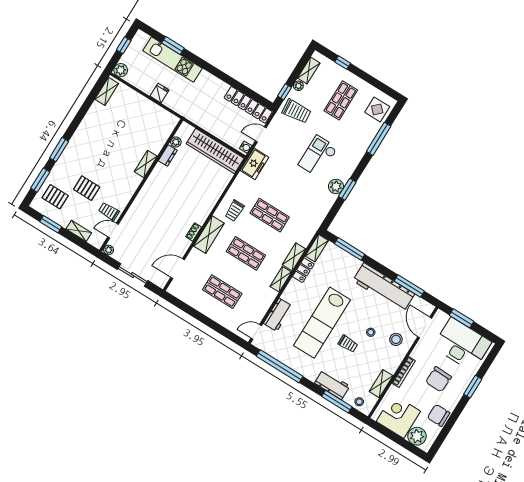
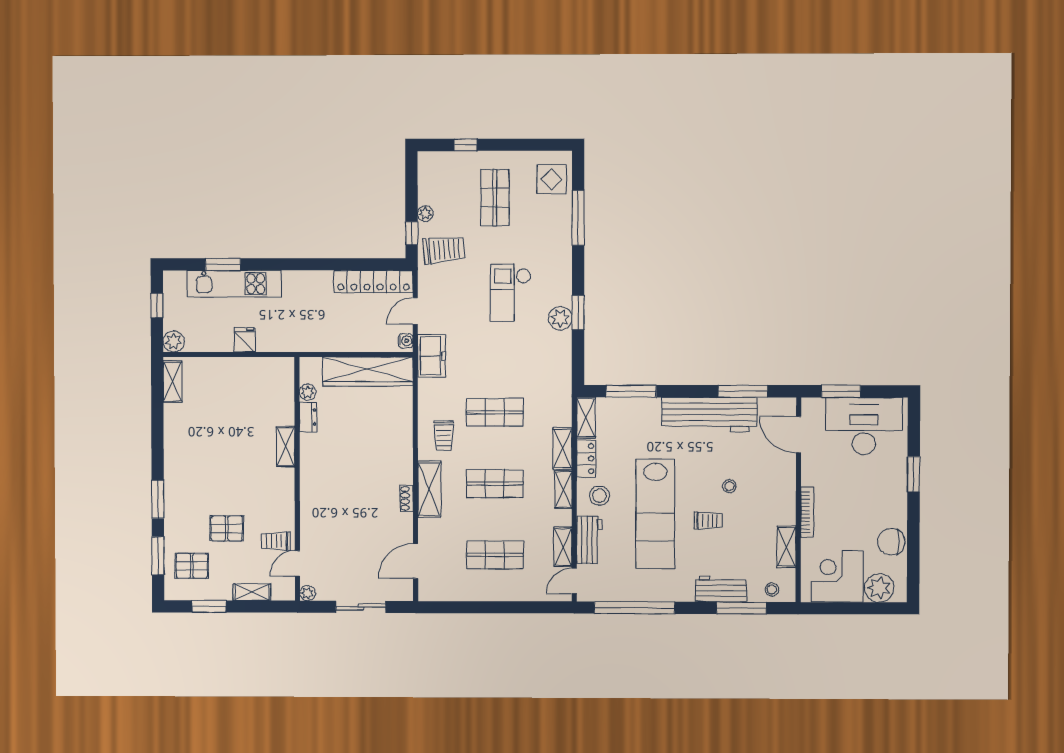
shelving: (309, 71) -> (563, 547), moved
stool: (396, 339) -> (599, 496), moved
chair: (438, 379) -> (861, 493), removed

